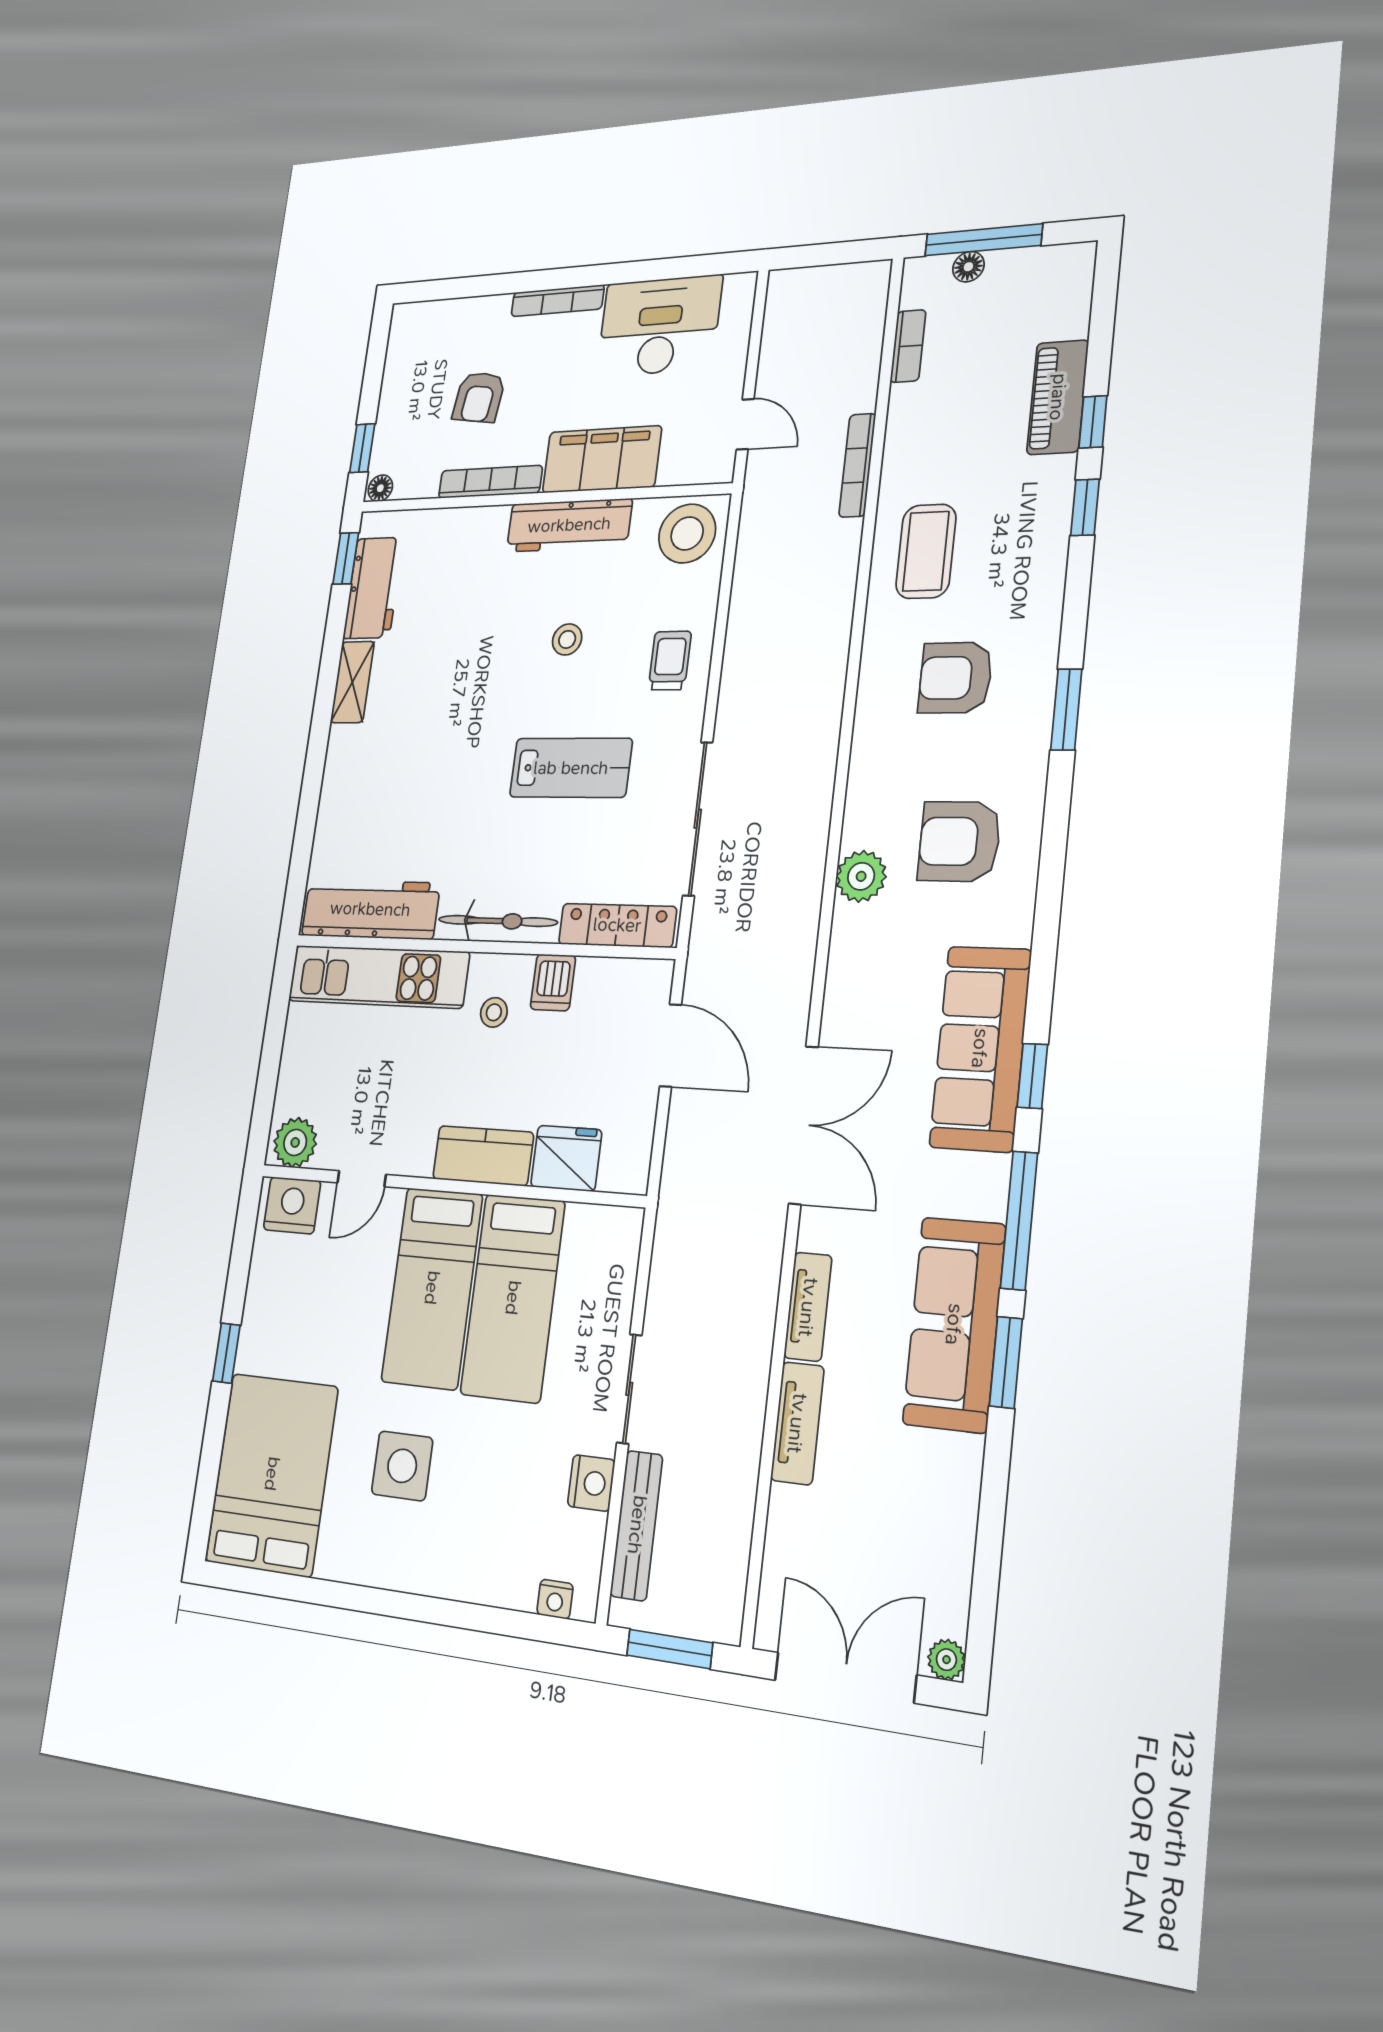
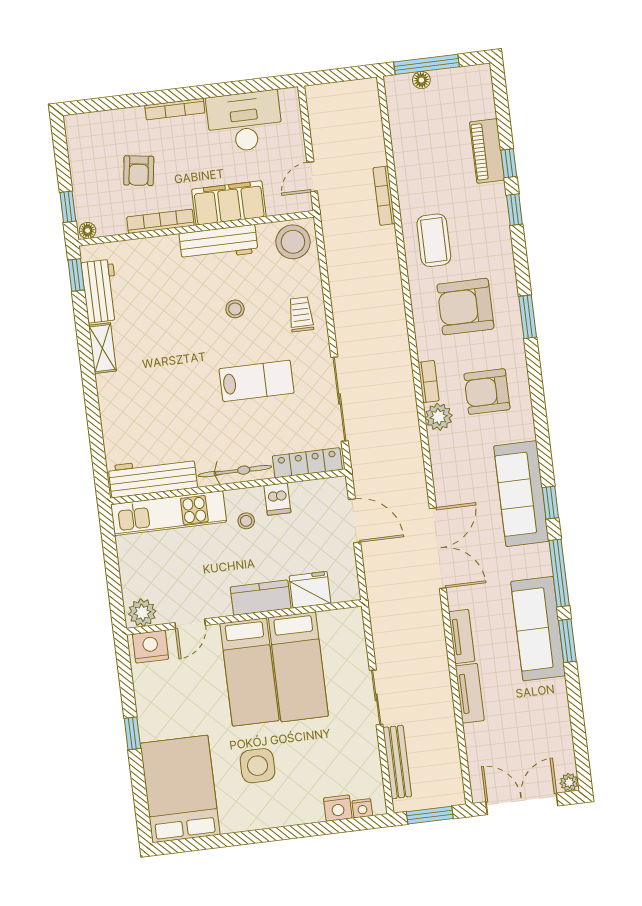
bookcase: (908, 346) -> (429, 382), moved
door: (745, 424) -> (312, 177), swing flipped
armchair: (955, 678) -> (465, 307), width x1.36, depth x1.36
nightstand: (591, 1483) -> (338, 808), moved, turned 90

